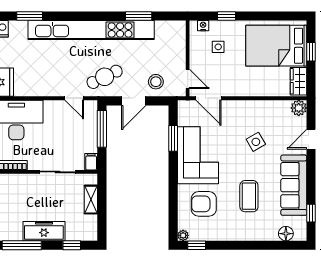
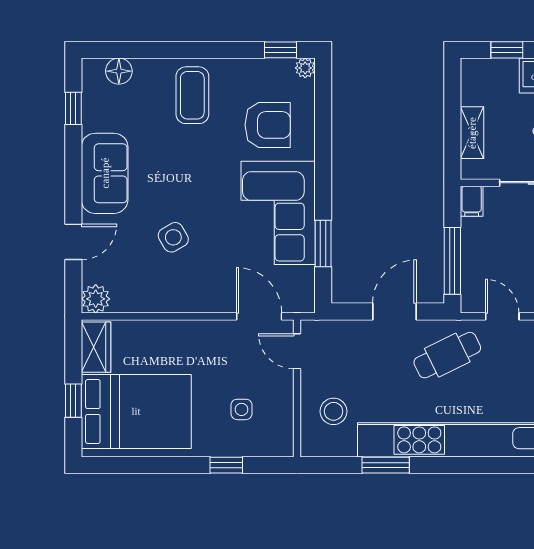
nightstand: (203, 26) -> (269, 448), removed
stool: (156, 82) -> (333, 411), moved
sofa: (294, 185) -> (105, 173), width x0.73
coffee table: (249, 196) -> (192, 95), moved

